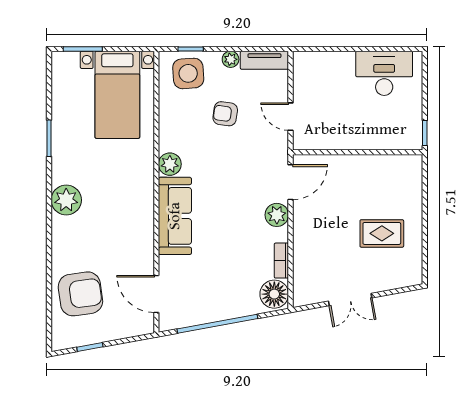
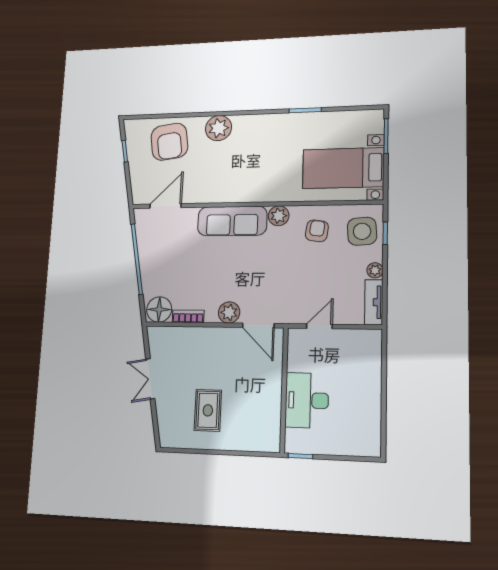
desk: (384, 73) -> (307, 400), moved, turned 180
armchair: (225, 114) -> (317, 231), moved
plant: (66, 200) -> (219, 128), moved

